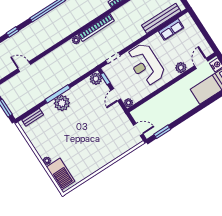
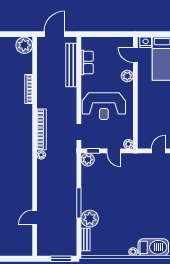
plant: (62, 103) -> (90, 219), moved

